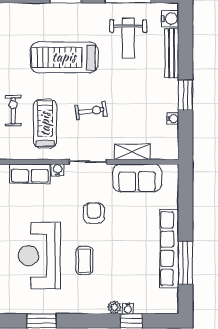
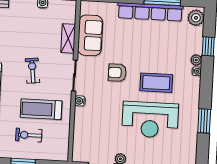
row of seats: (30, 173) -> (82, 124), removed
coffee table: (84, 261) -> (156, 83), width x1.36, depth x1.30
plant: (165, 304) -> (196, 18), added
water cooler: (128, 308) -> (197, 71), moved

